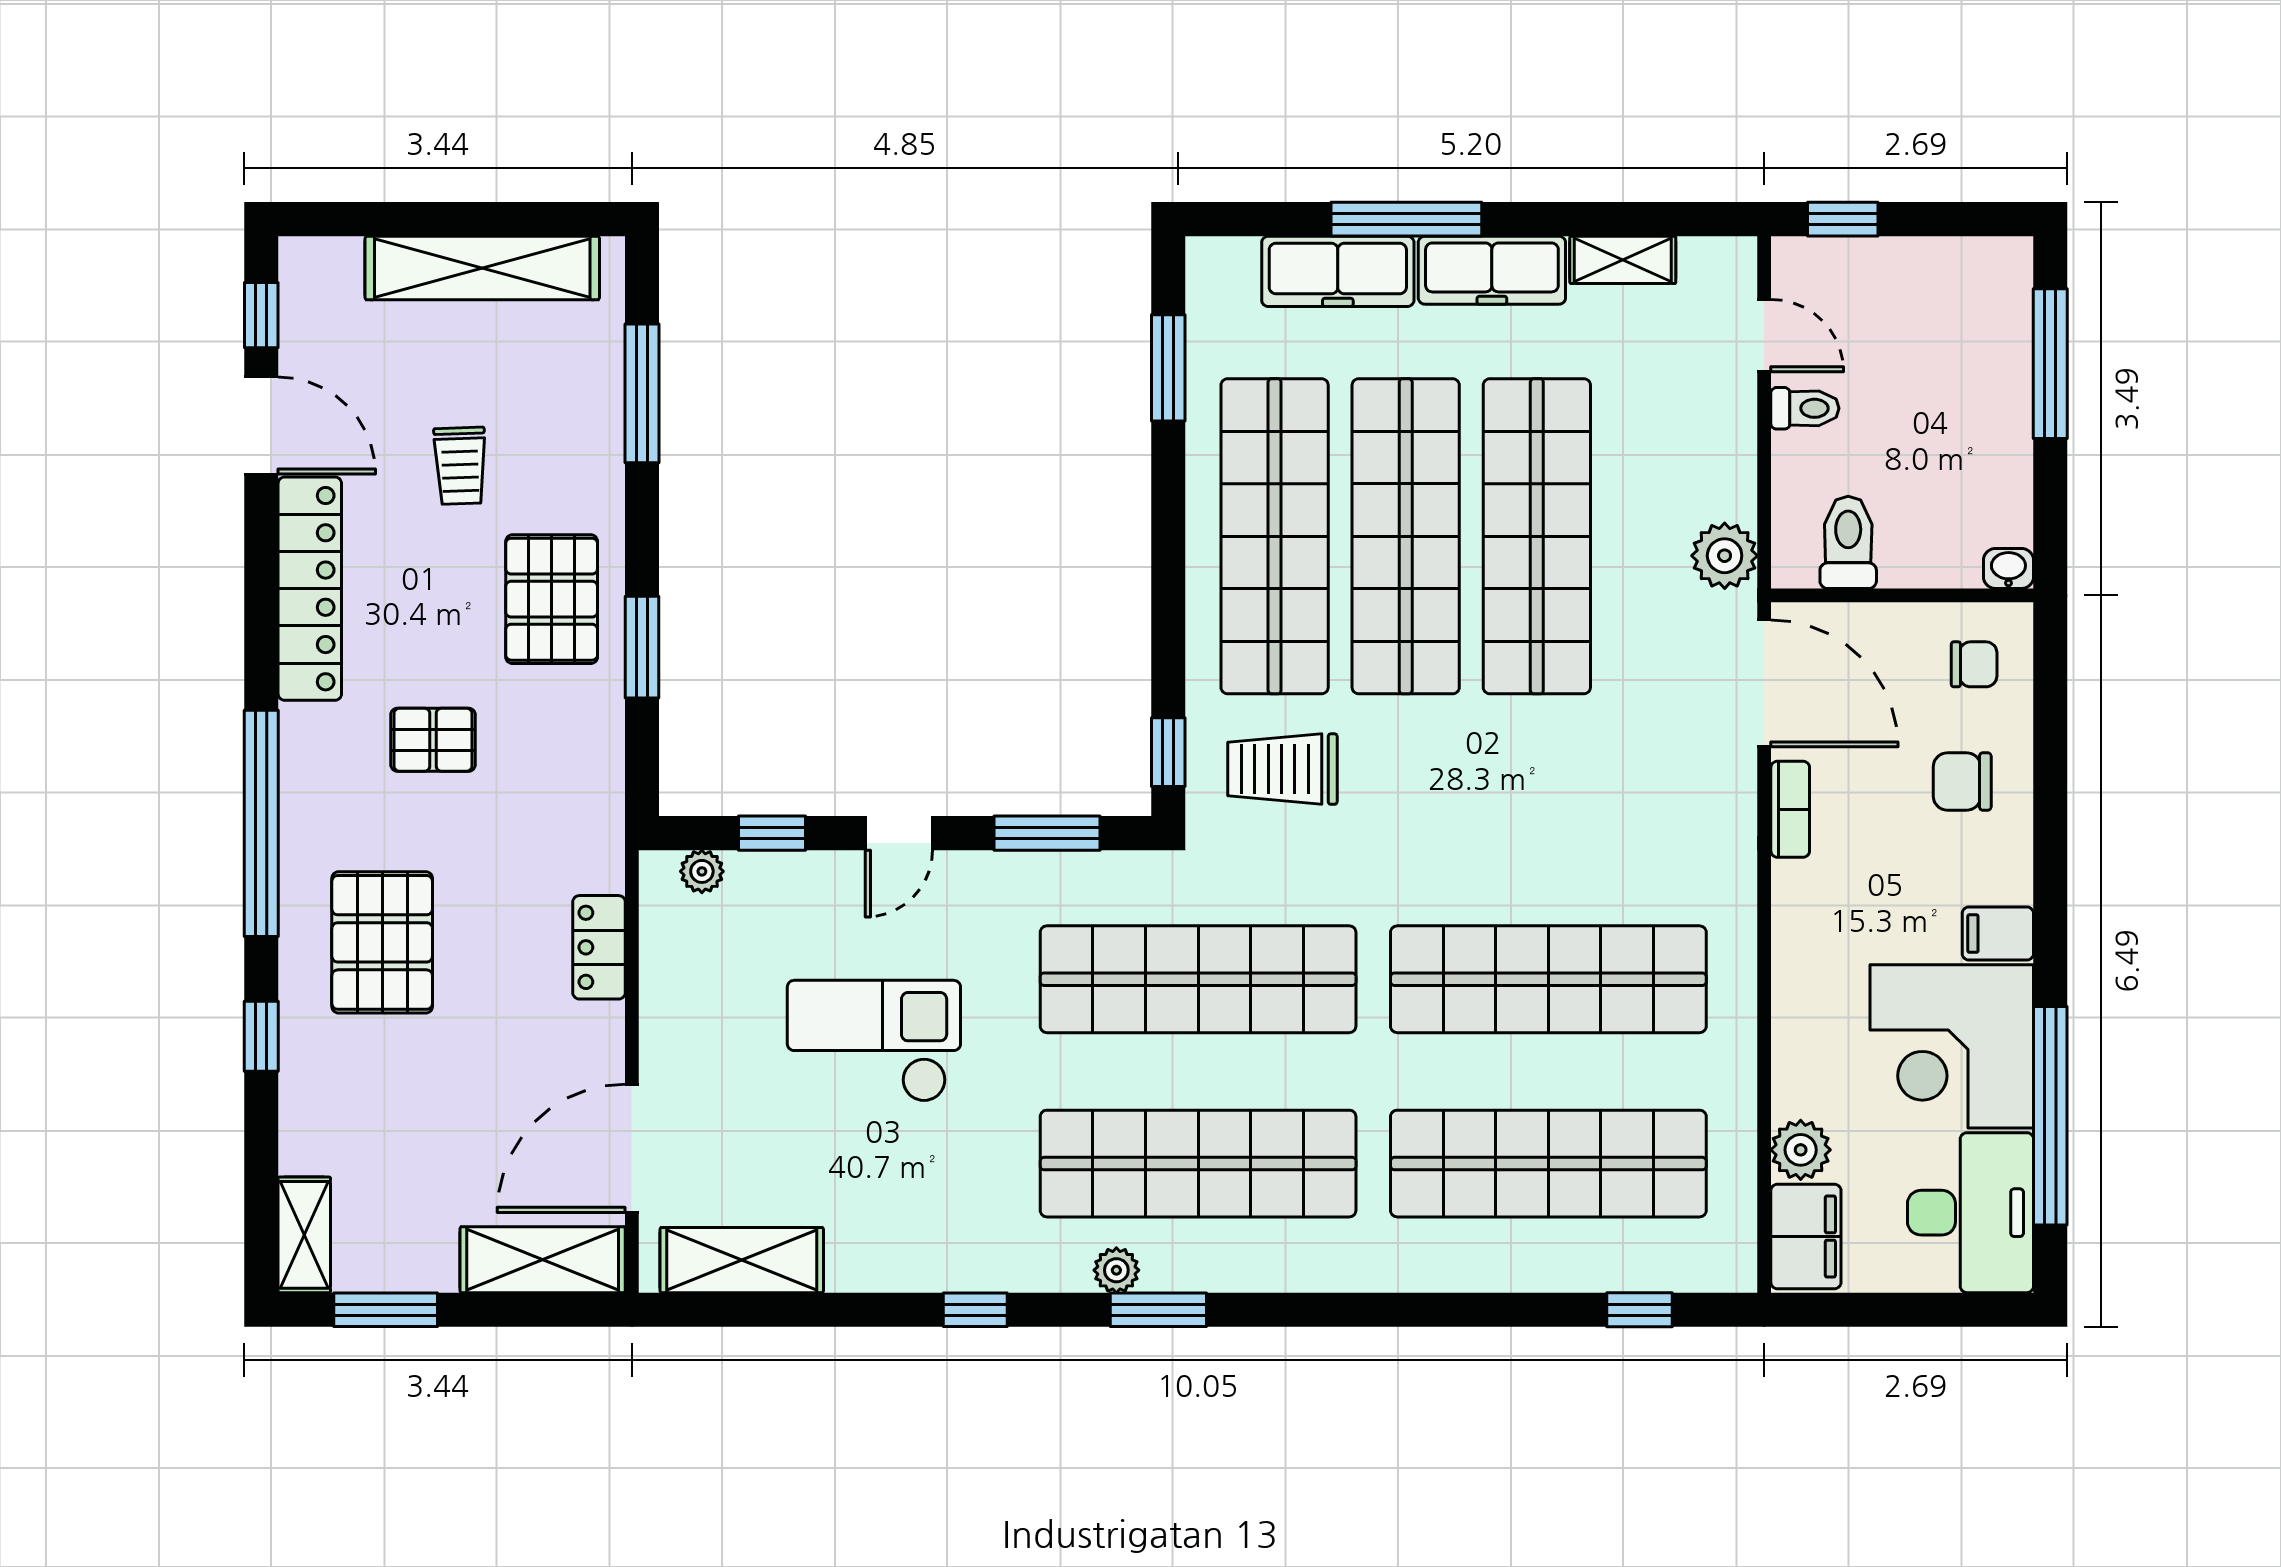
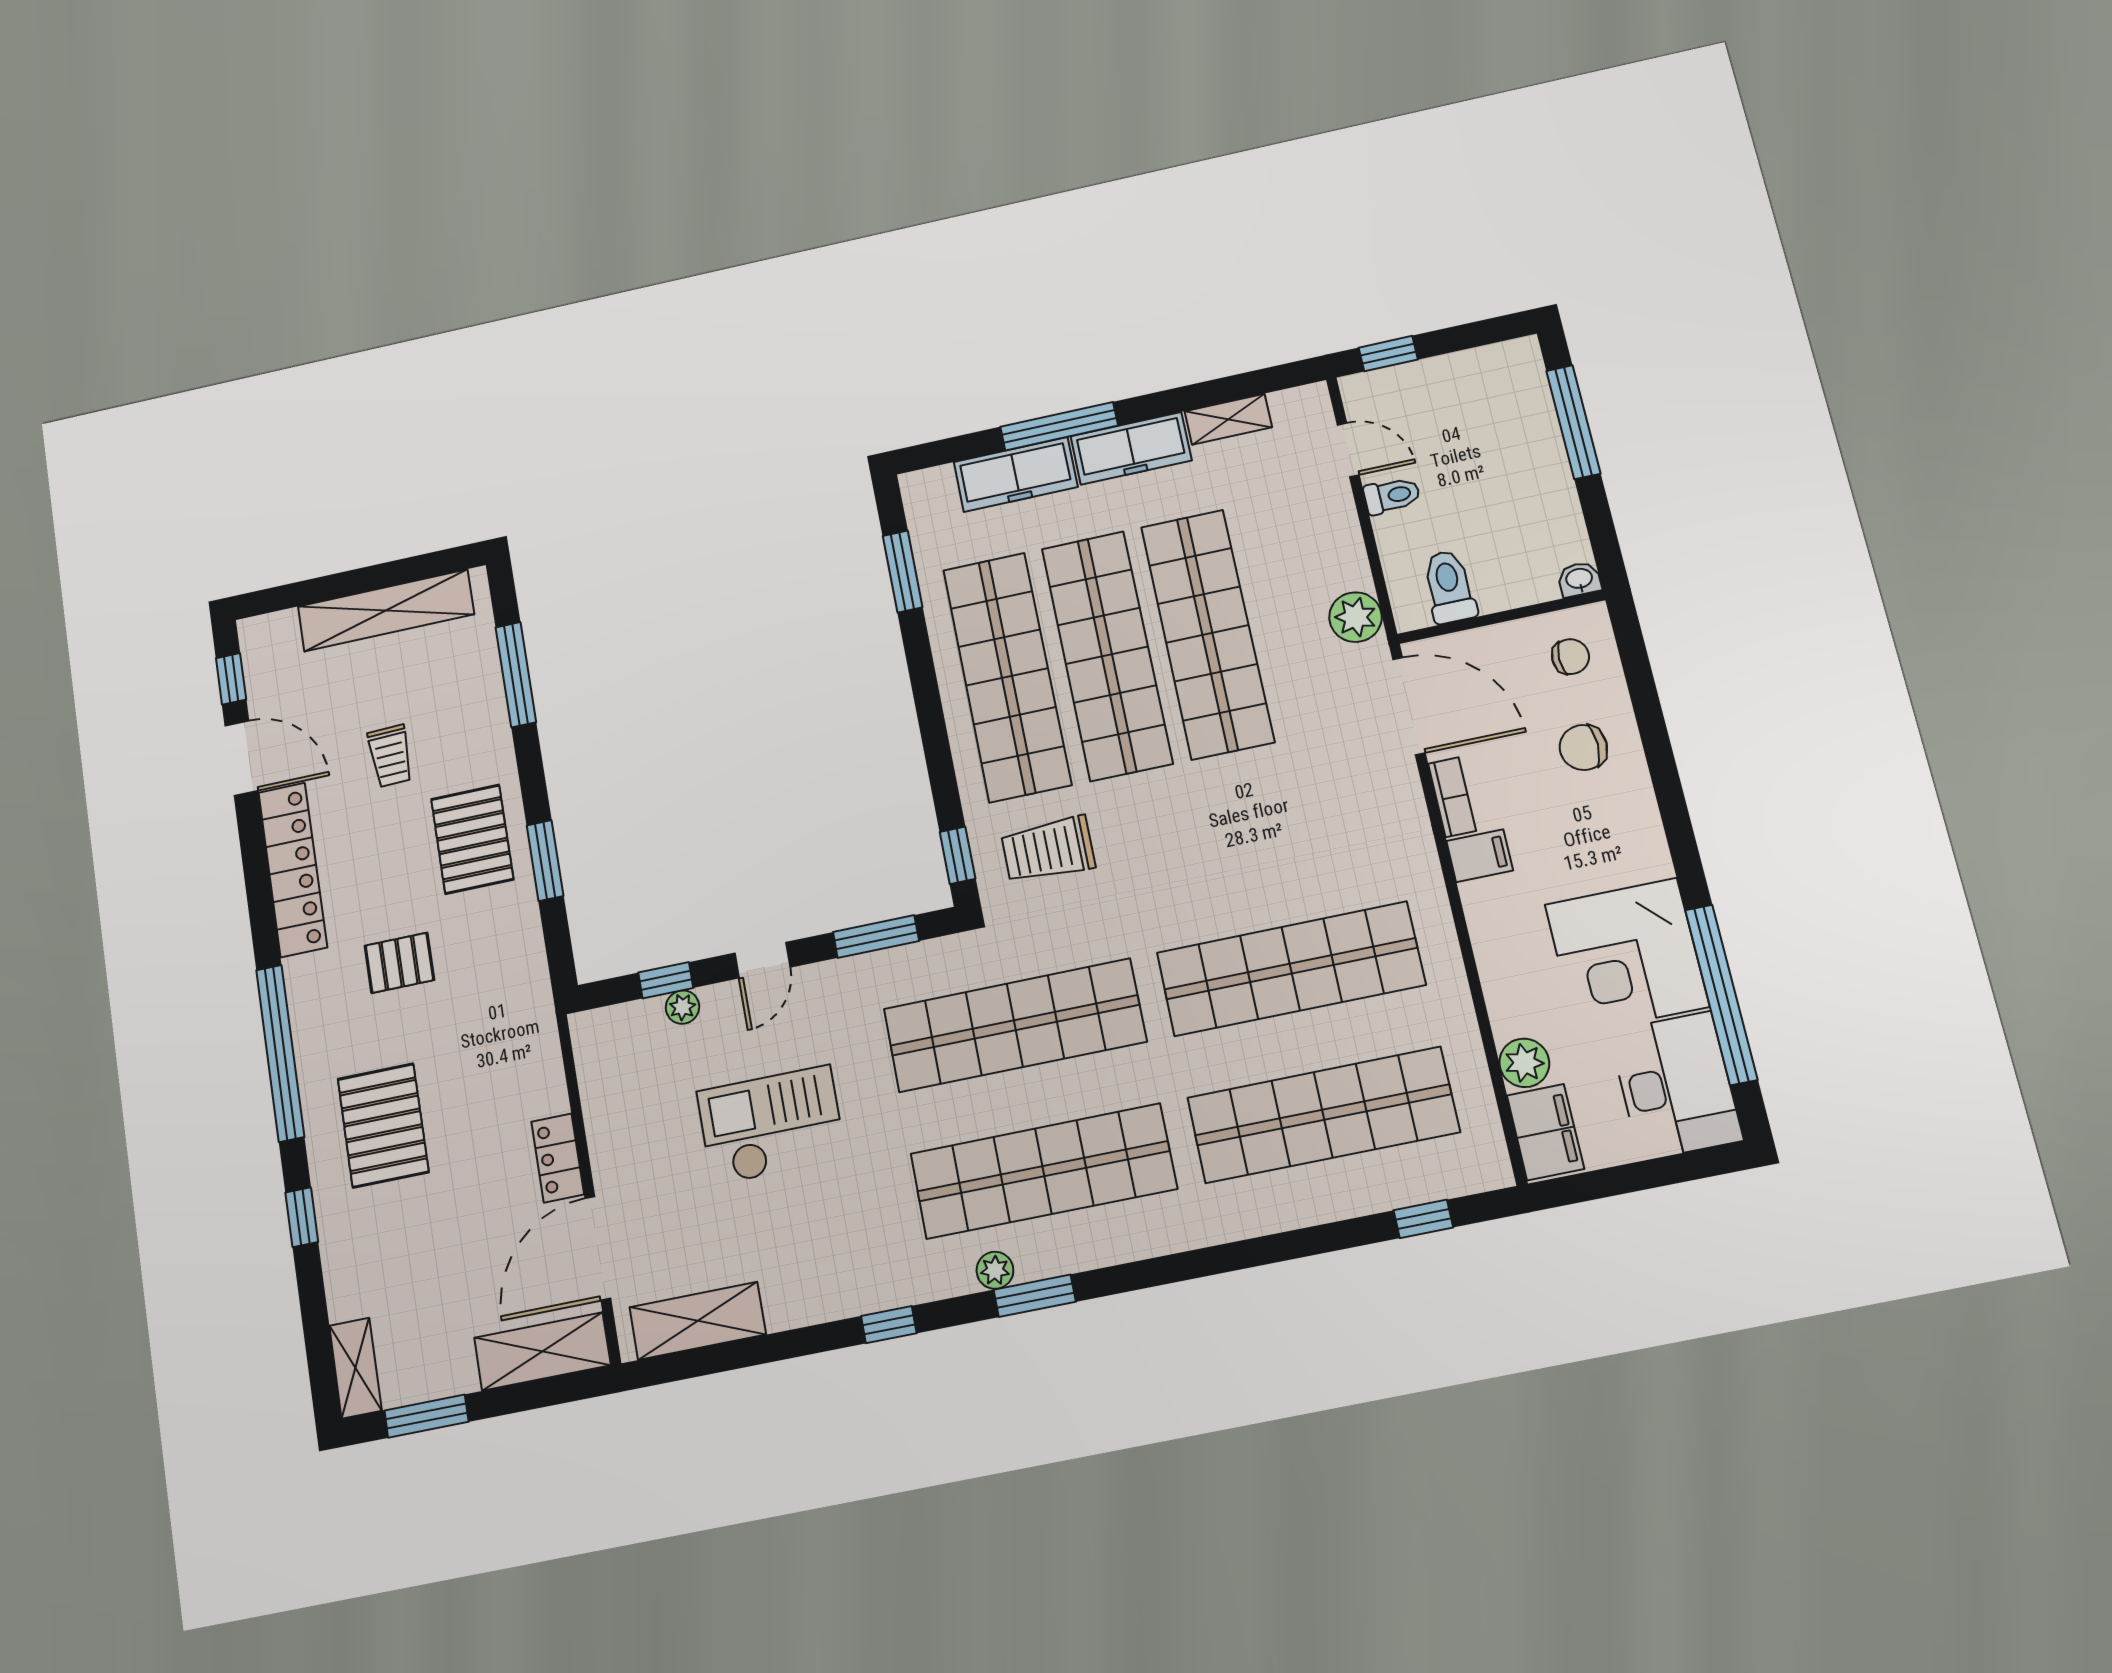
plant: (702, 871) -> (682, 1007), moved
filing cabinet: (1998, 934) -> (1480, 856), moved, turned 180
locker: (599, 947) -> (558, 1158), moved

